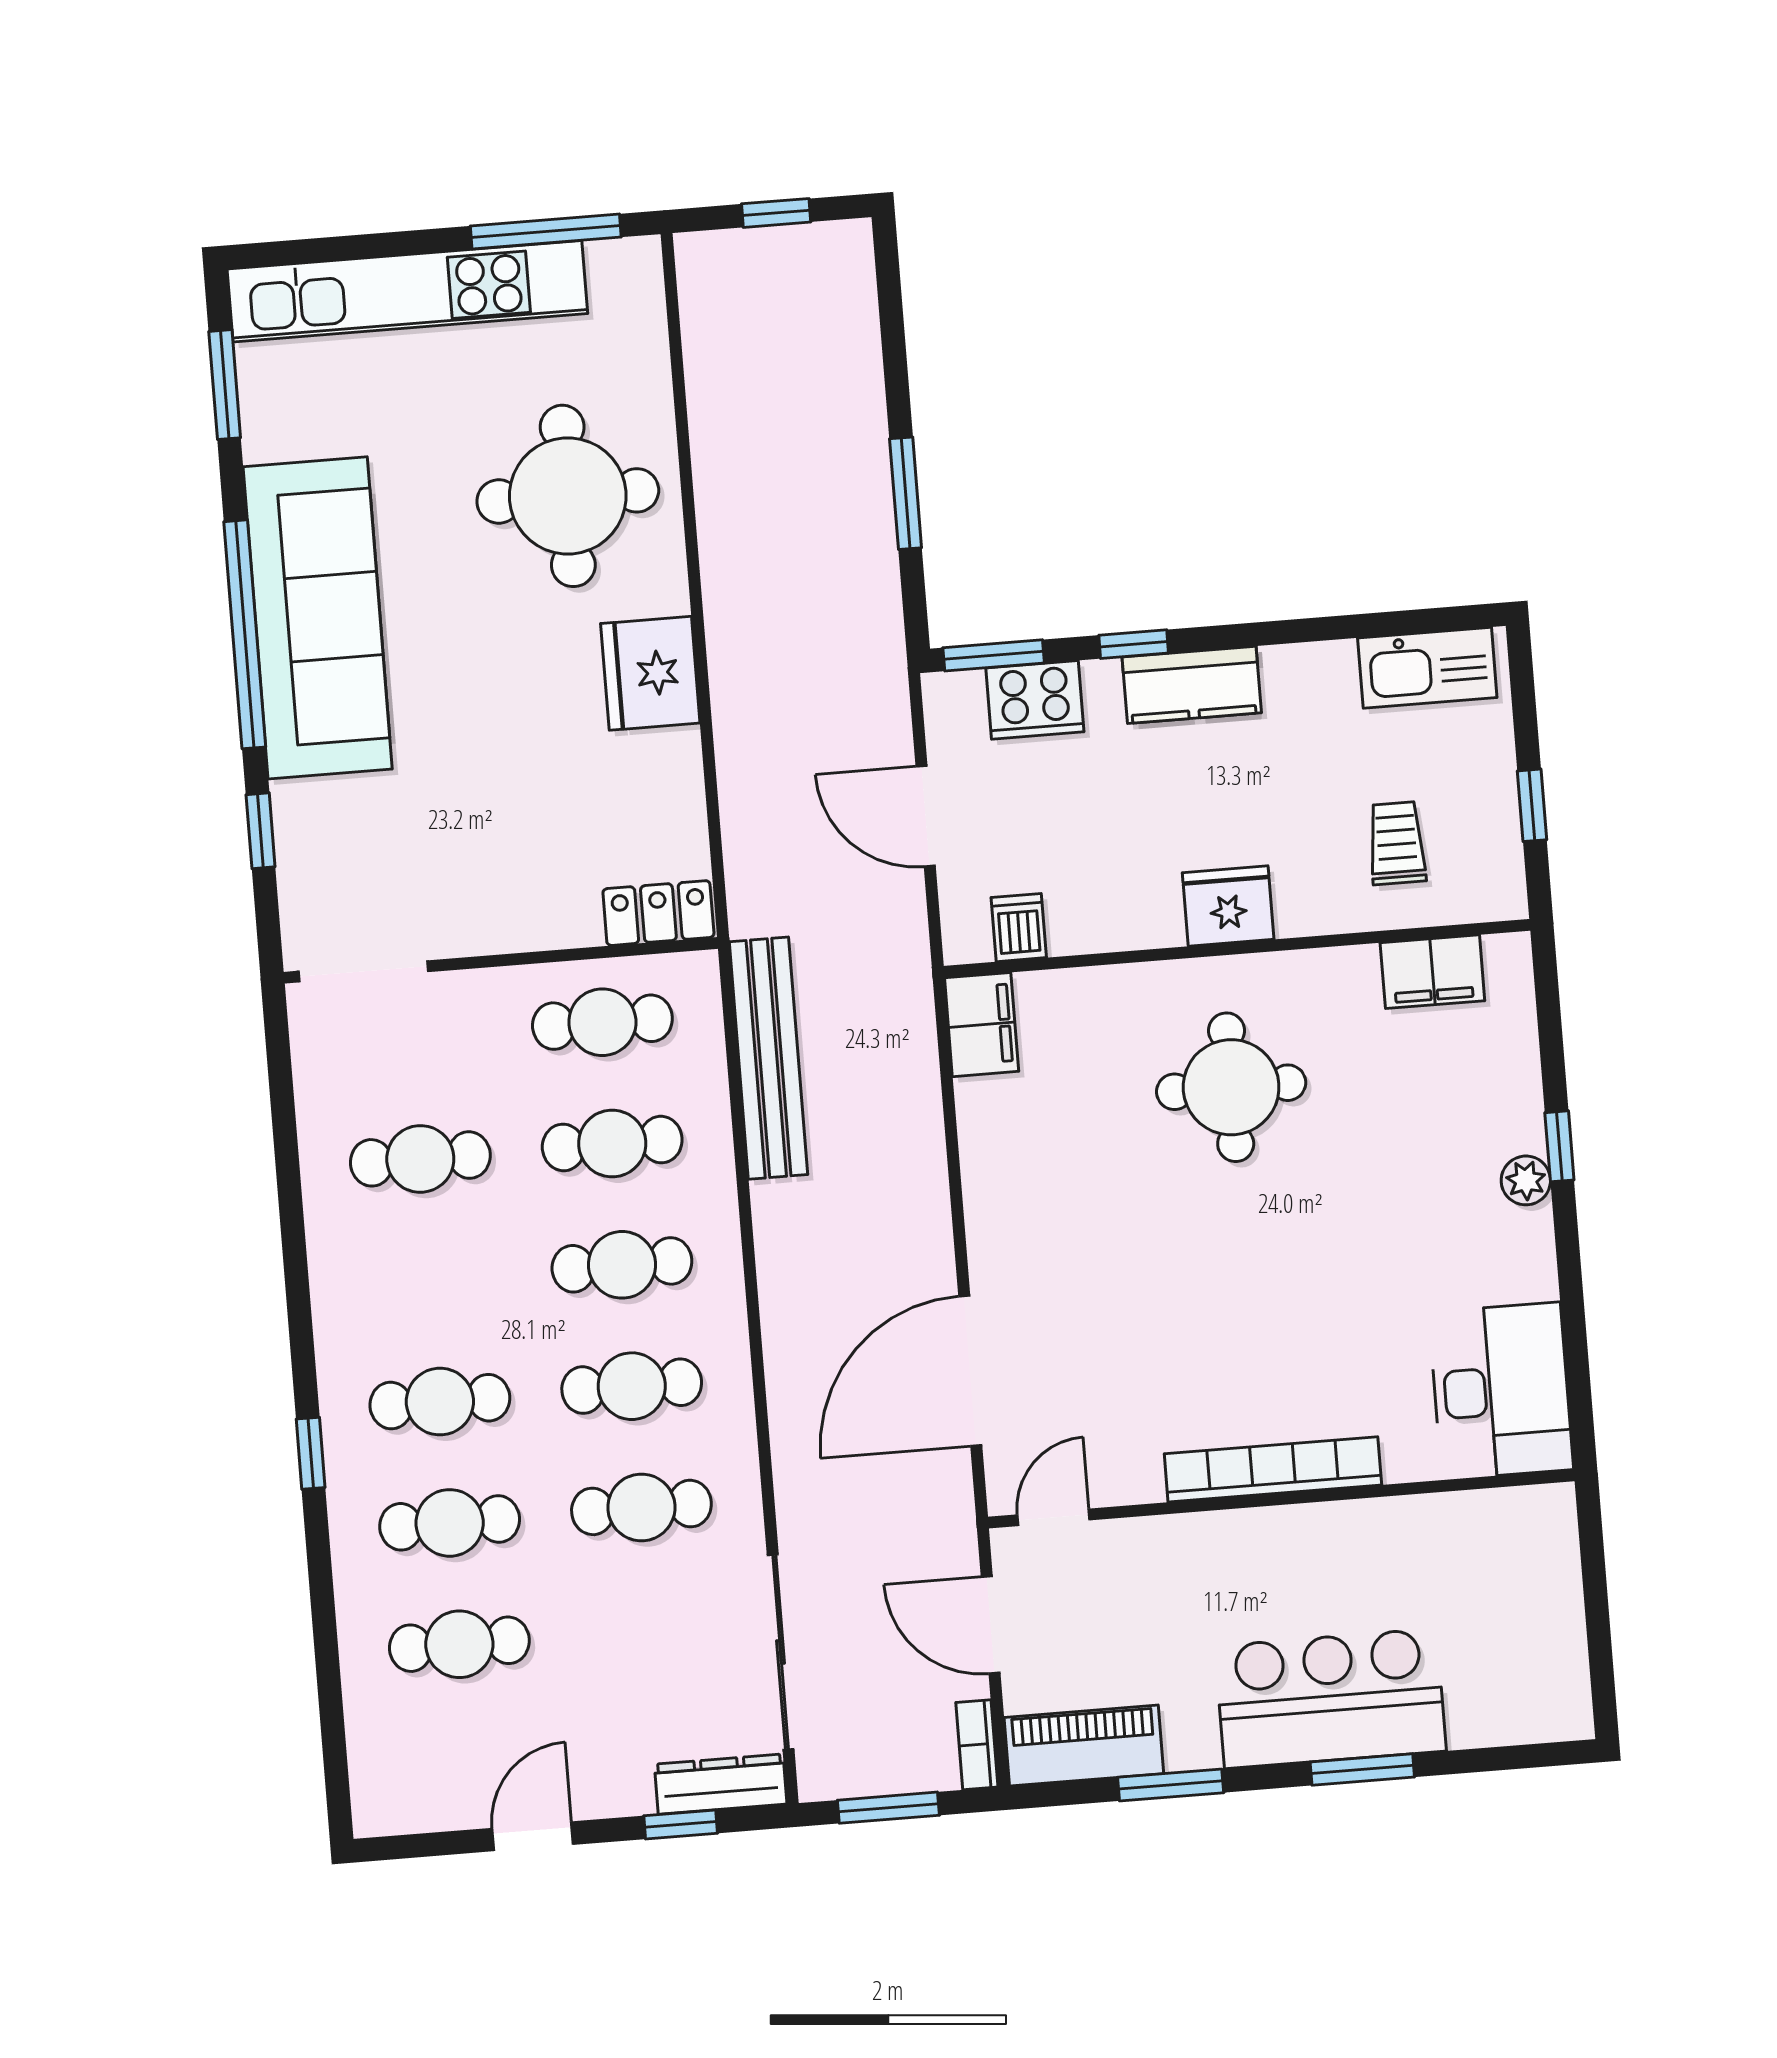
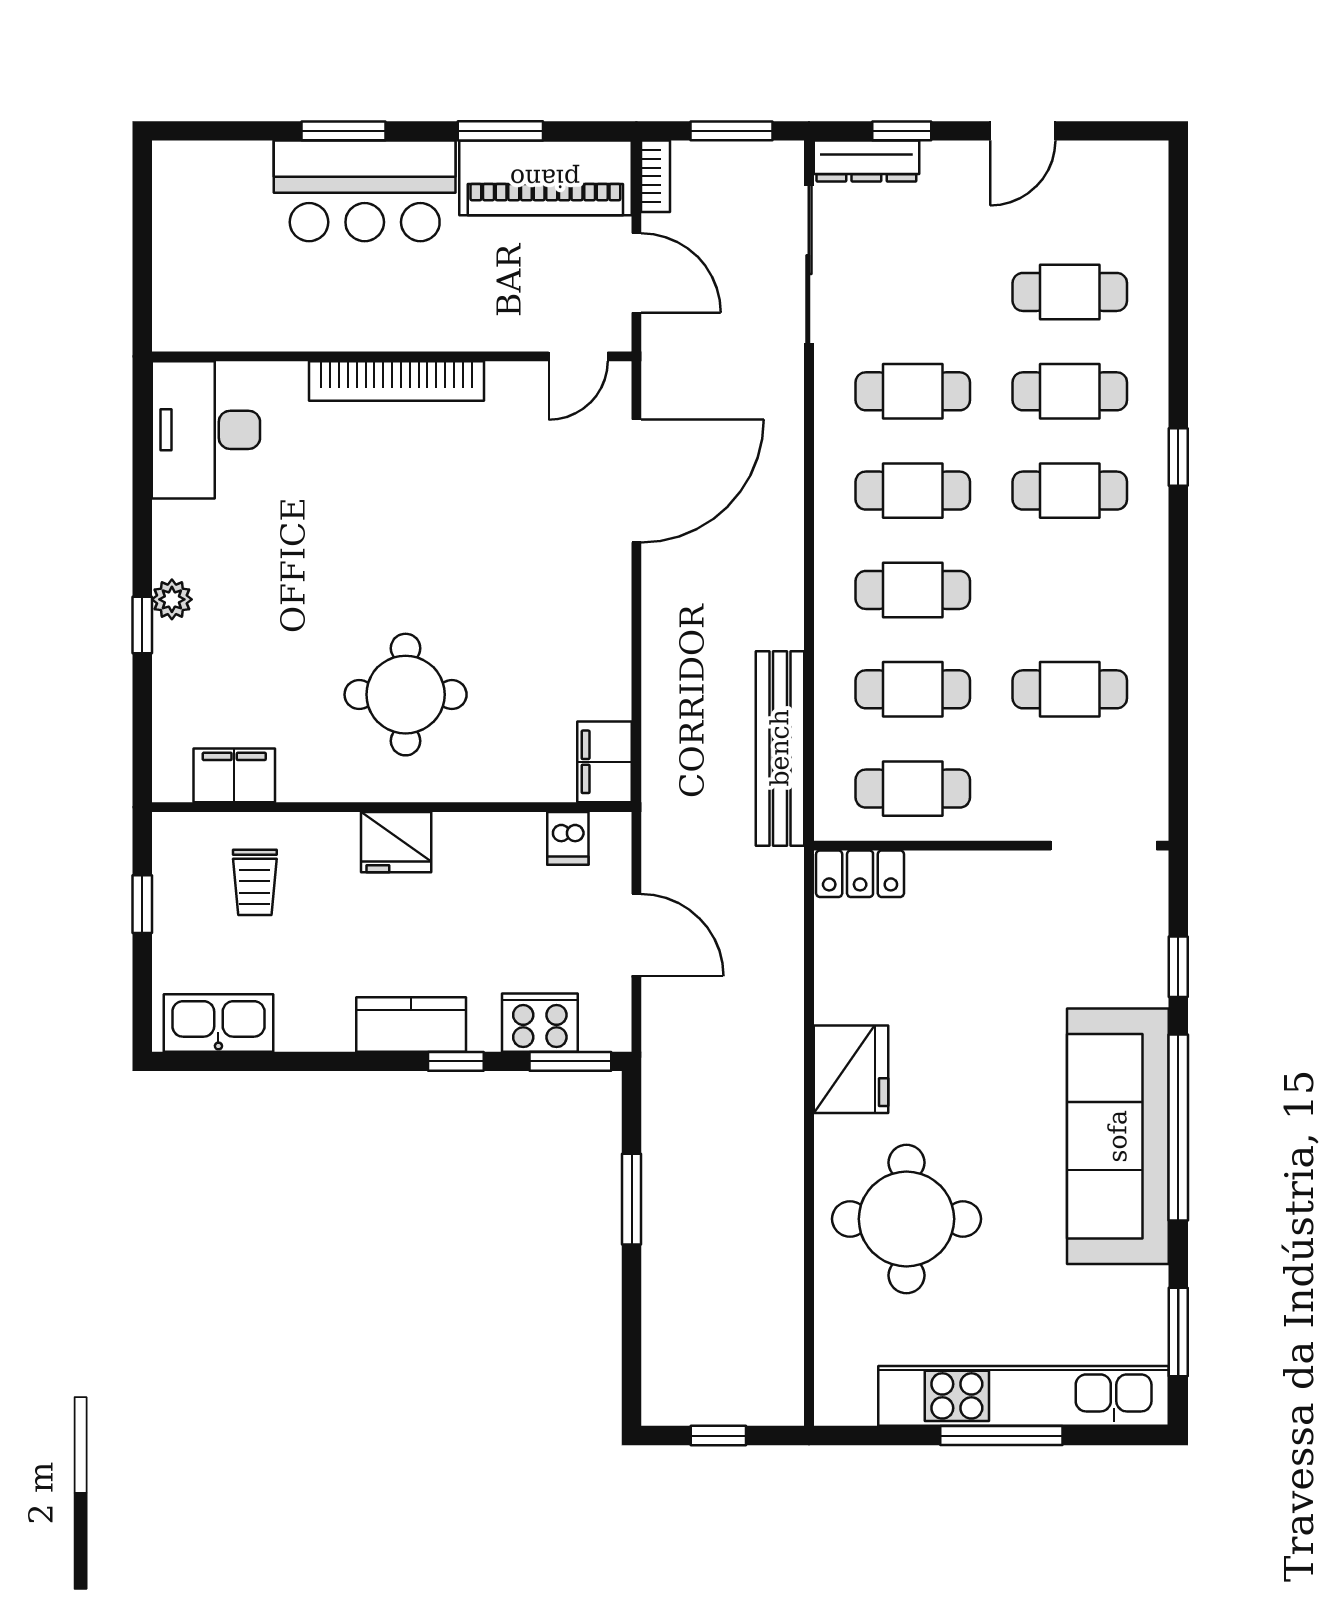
window: (546, 232) -> (1001, 1436), moved
piano: (1084, 1746) -> (545, 178), width x1.37, depth x1.33

